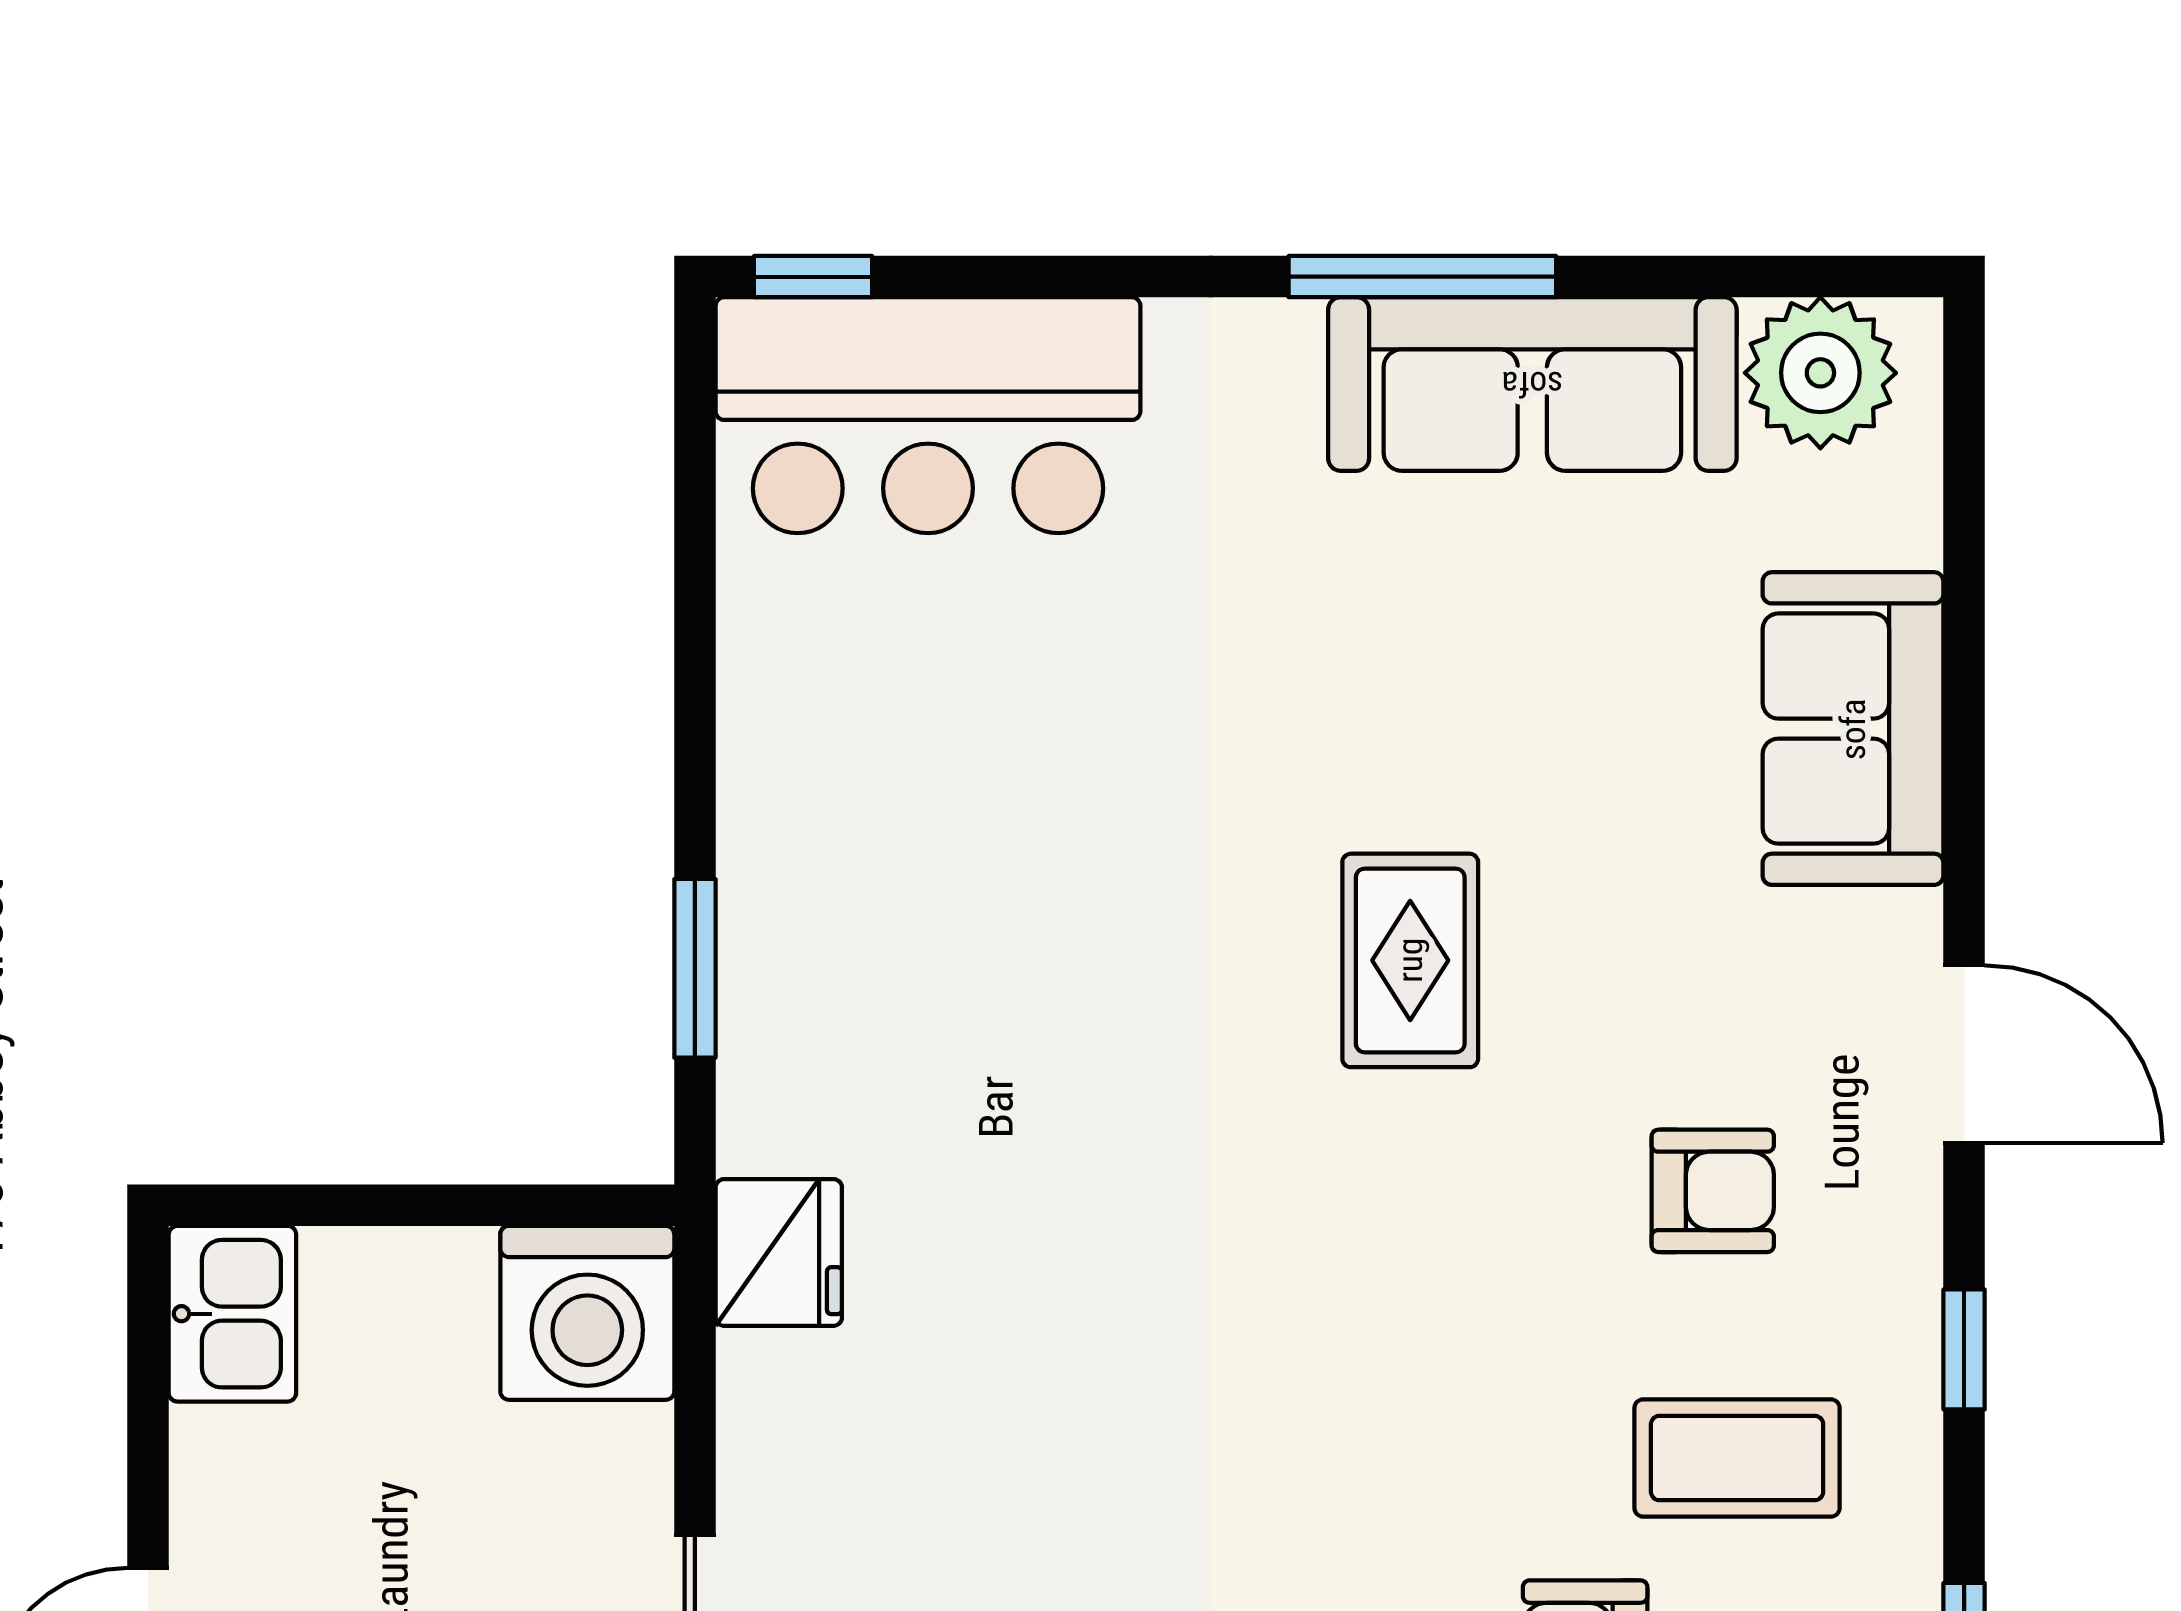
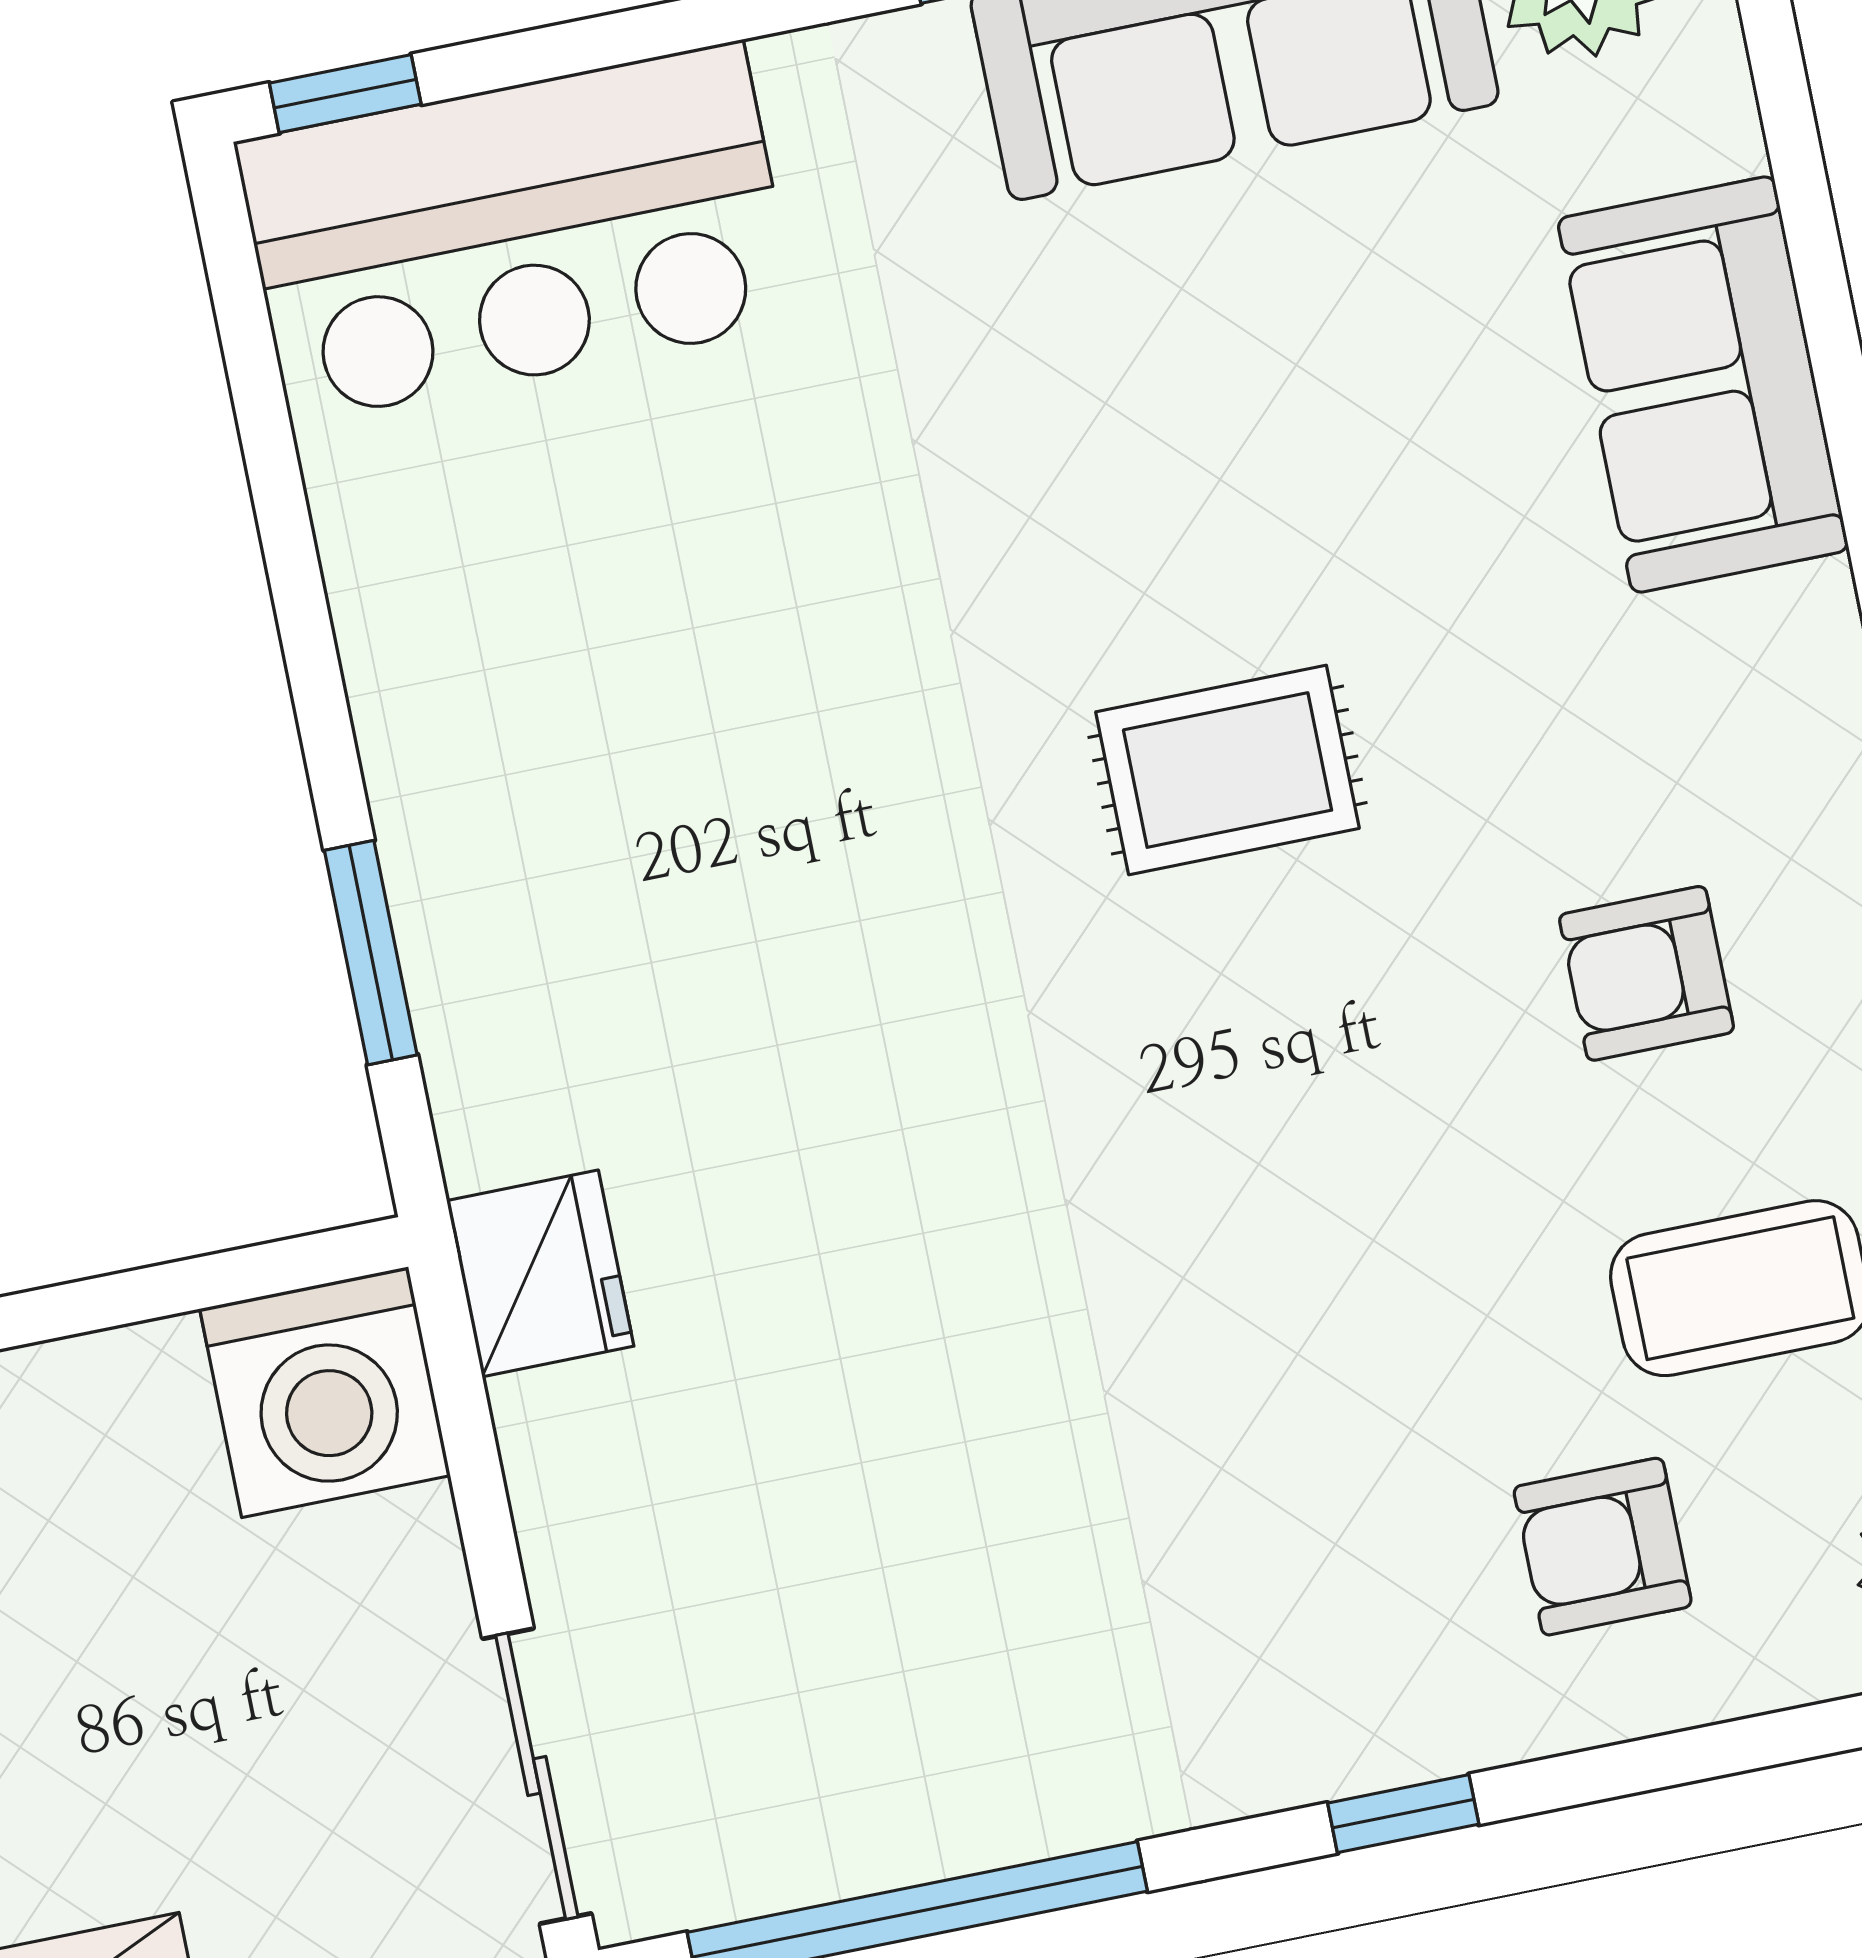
rug: (1410, 960) -> (1228, 770), turned 90
armchair: (1713, 1191) -> (1647, 973), turned 180

